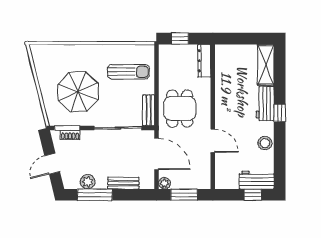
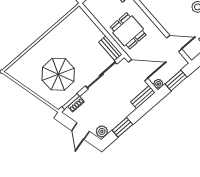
sun lounger: (128, 72) -> (78, 36), removed
door: (213, 141) -> (174, 43), moved
plant: (88, 182) -> (102, 131), moved
bench: (123, 183) -> (143, 97), moved
window: (95, 195) -> (122, 127), width x0.69

